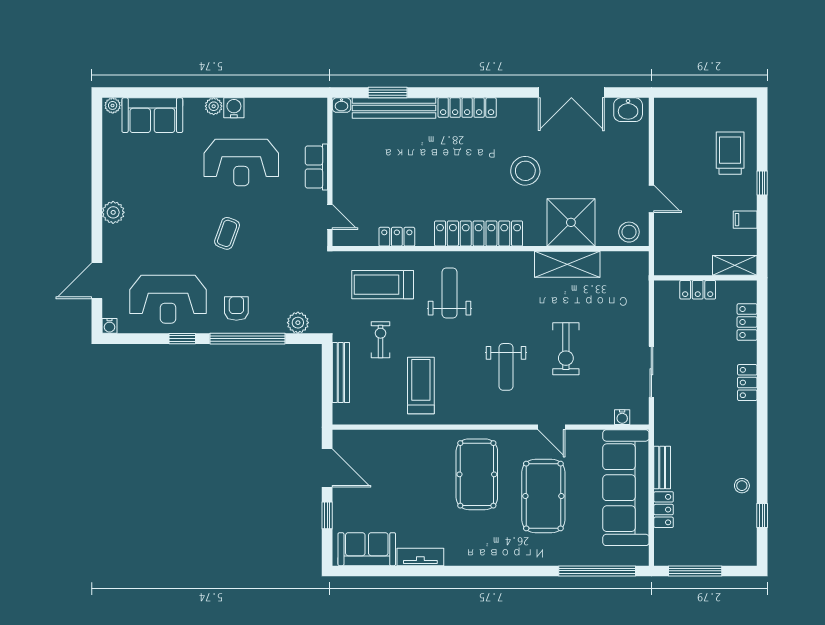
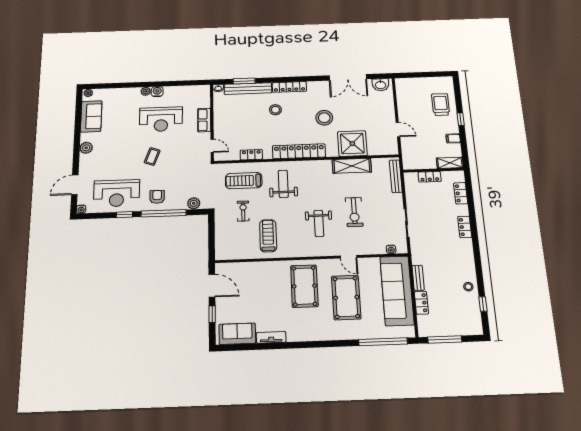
sofa: (152, 115) -> (91, 116), moved, turned -90
stool: (629, 232) -> (275, 110), moved
bench: (341, 373) -> (396, 176), moved

